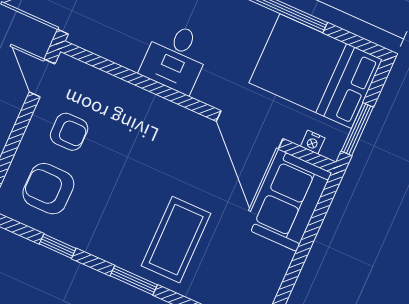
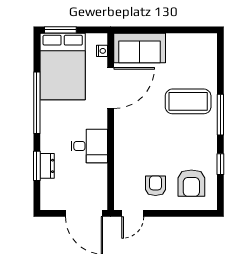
window: (357, 129) -> (60, 30), moved
window: (134, 280) -> (220, 115), width x1.44

